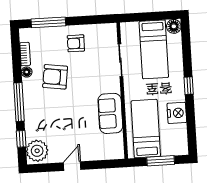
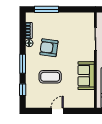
armchair: (76, 43) -> (65, 25), removed
window: (19, 102) -> (23, 64), width x0.69
coffee table: (59, 118) -> (50, 77), added
plant: (37, 151) -> (33, 99), removed

